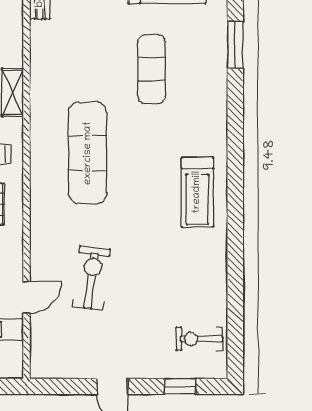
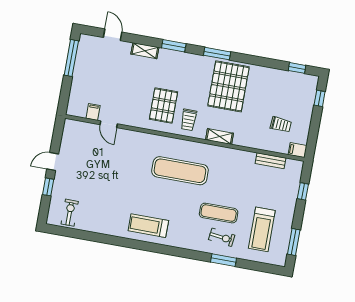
exercise bike: (92, 278) -> (222, 237), moved, width x0.73, depth x0.72
window: (180, 386) -> (48, 187), moved

